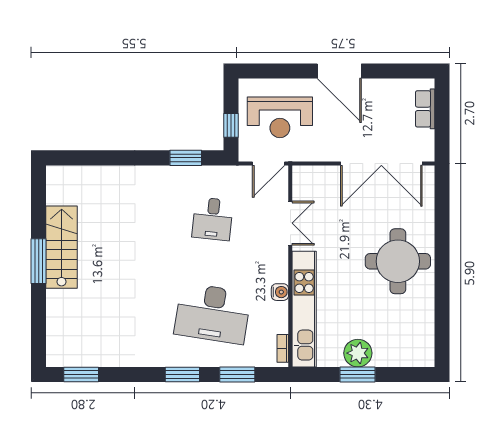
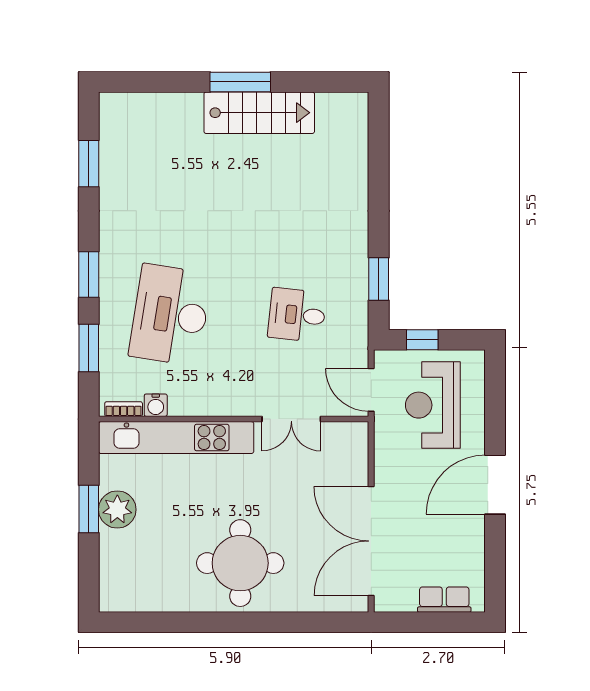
water cooler: (280, 292) -> (156, 405), moved
window: (81, 374) -> (89, 164), moved

